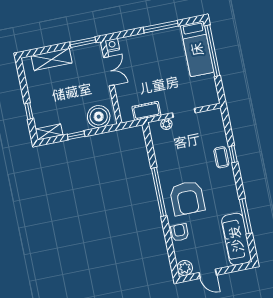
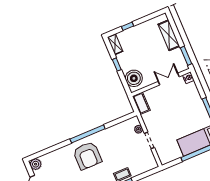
double door: (109, 71) -> (169, 79), swing flipped
cot: (146, 111) -> (141, 103), moved
armchair: (187, 198) -> (87, 156), turned -90
armchair: (180, 232) -> (61, 155), removed

